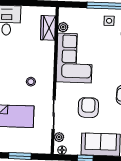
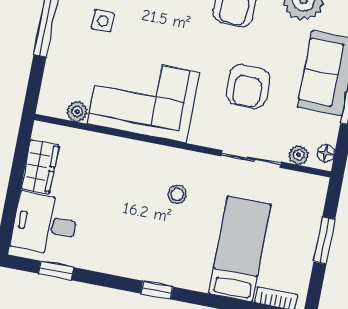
side table: (109, 21) -> (103, 21), moved
wardrobe: (48, 28) -> (40, 167), moved, turned -90
armchair: (88, 108) -> (248, 86), turned -90

